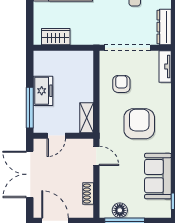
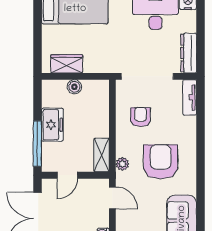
boiler: (63, 57) -> (74, 87), added
plant: (105, 126) -> (122, 164), added

